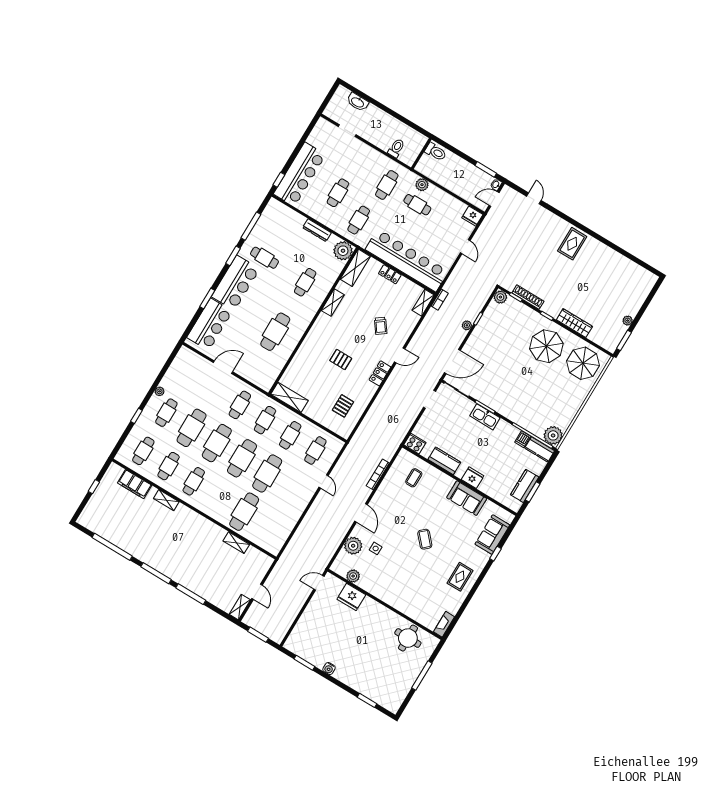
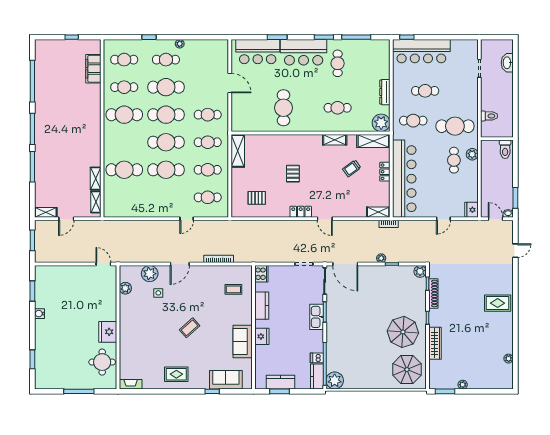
cafe table: (387, 185) -> (455, 126), width x1.37, depth x1.35
plant: (629, 264) -> (509, 359), added
trolley: (381, 326) -> (352, 168), moved
cafe table: (275, 332) -> (283, 108), turned 90
cafe table: (194, 481) -> (124, 115), width x1.37, depth x1.35
shelving: (166, 500) -> (96, 202), moved
fridge: (351, 597) -> (108, 332), moved

